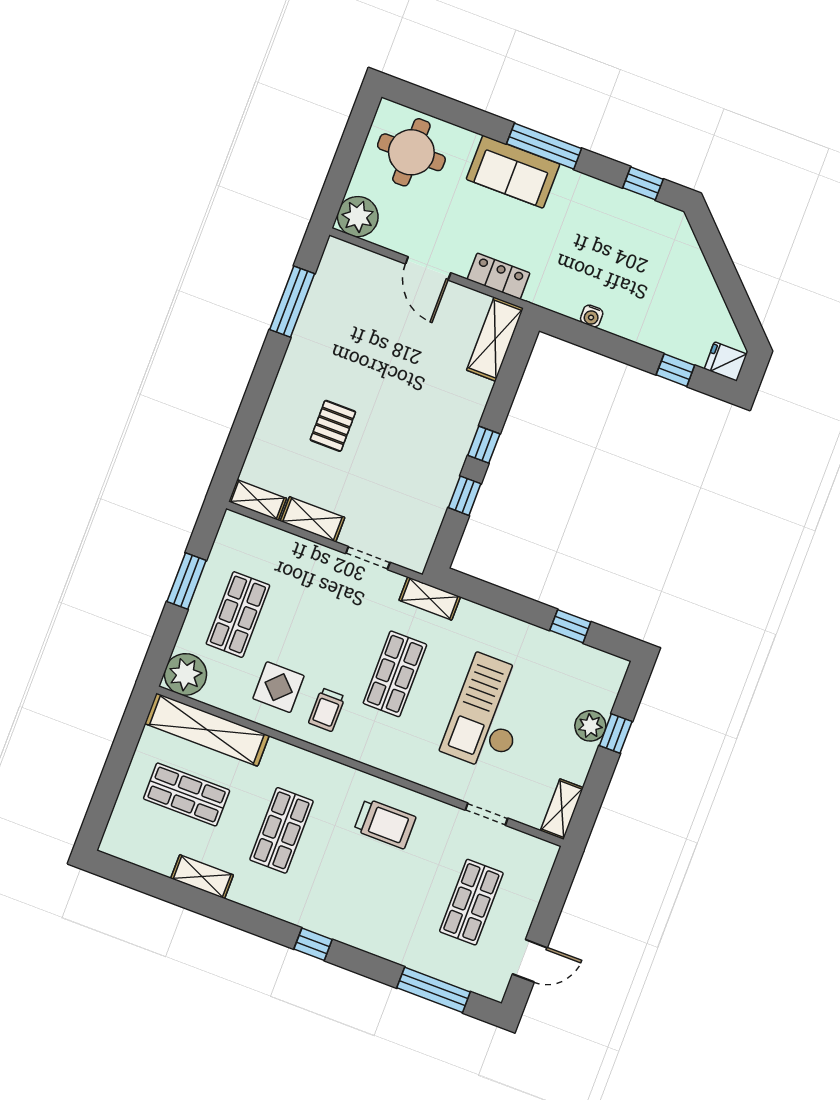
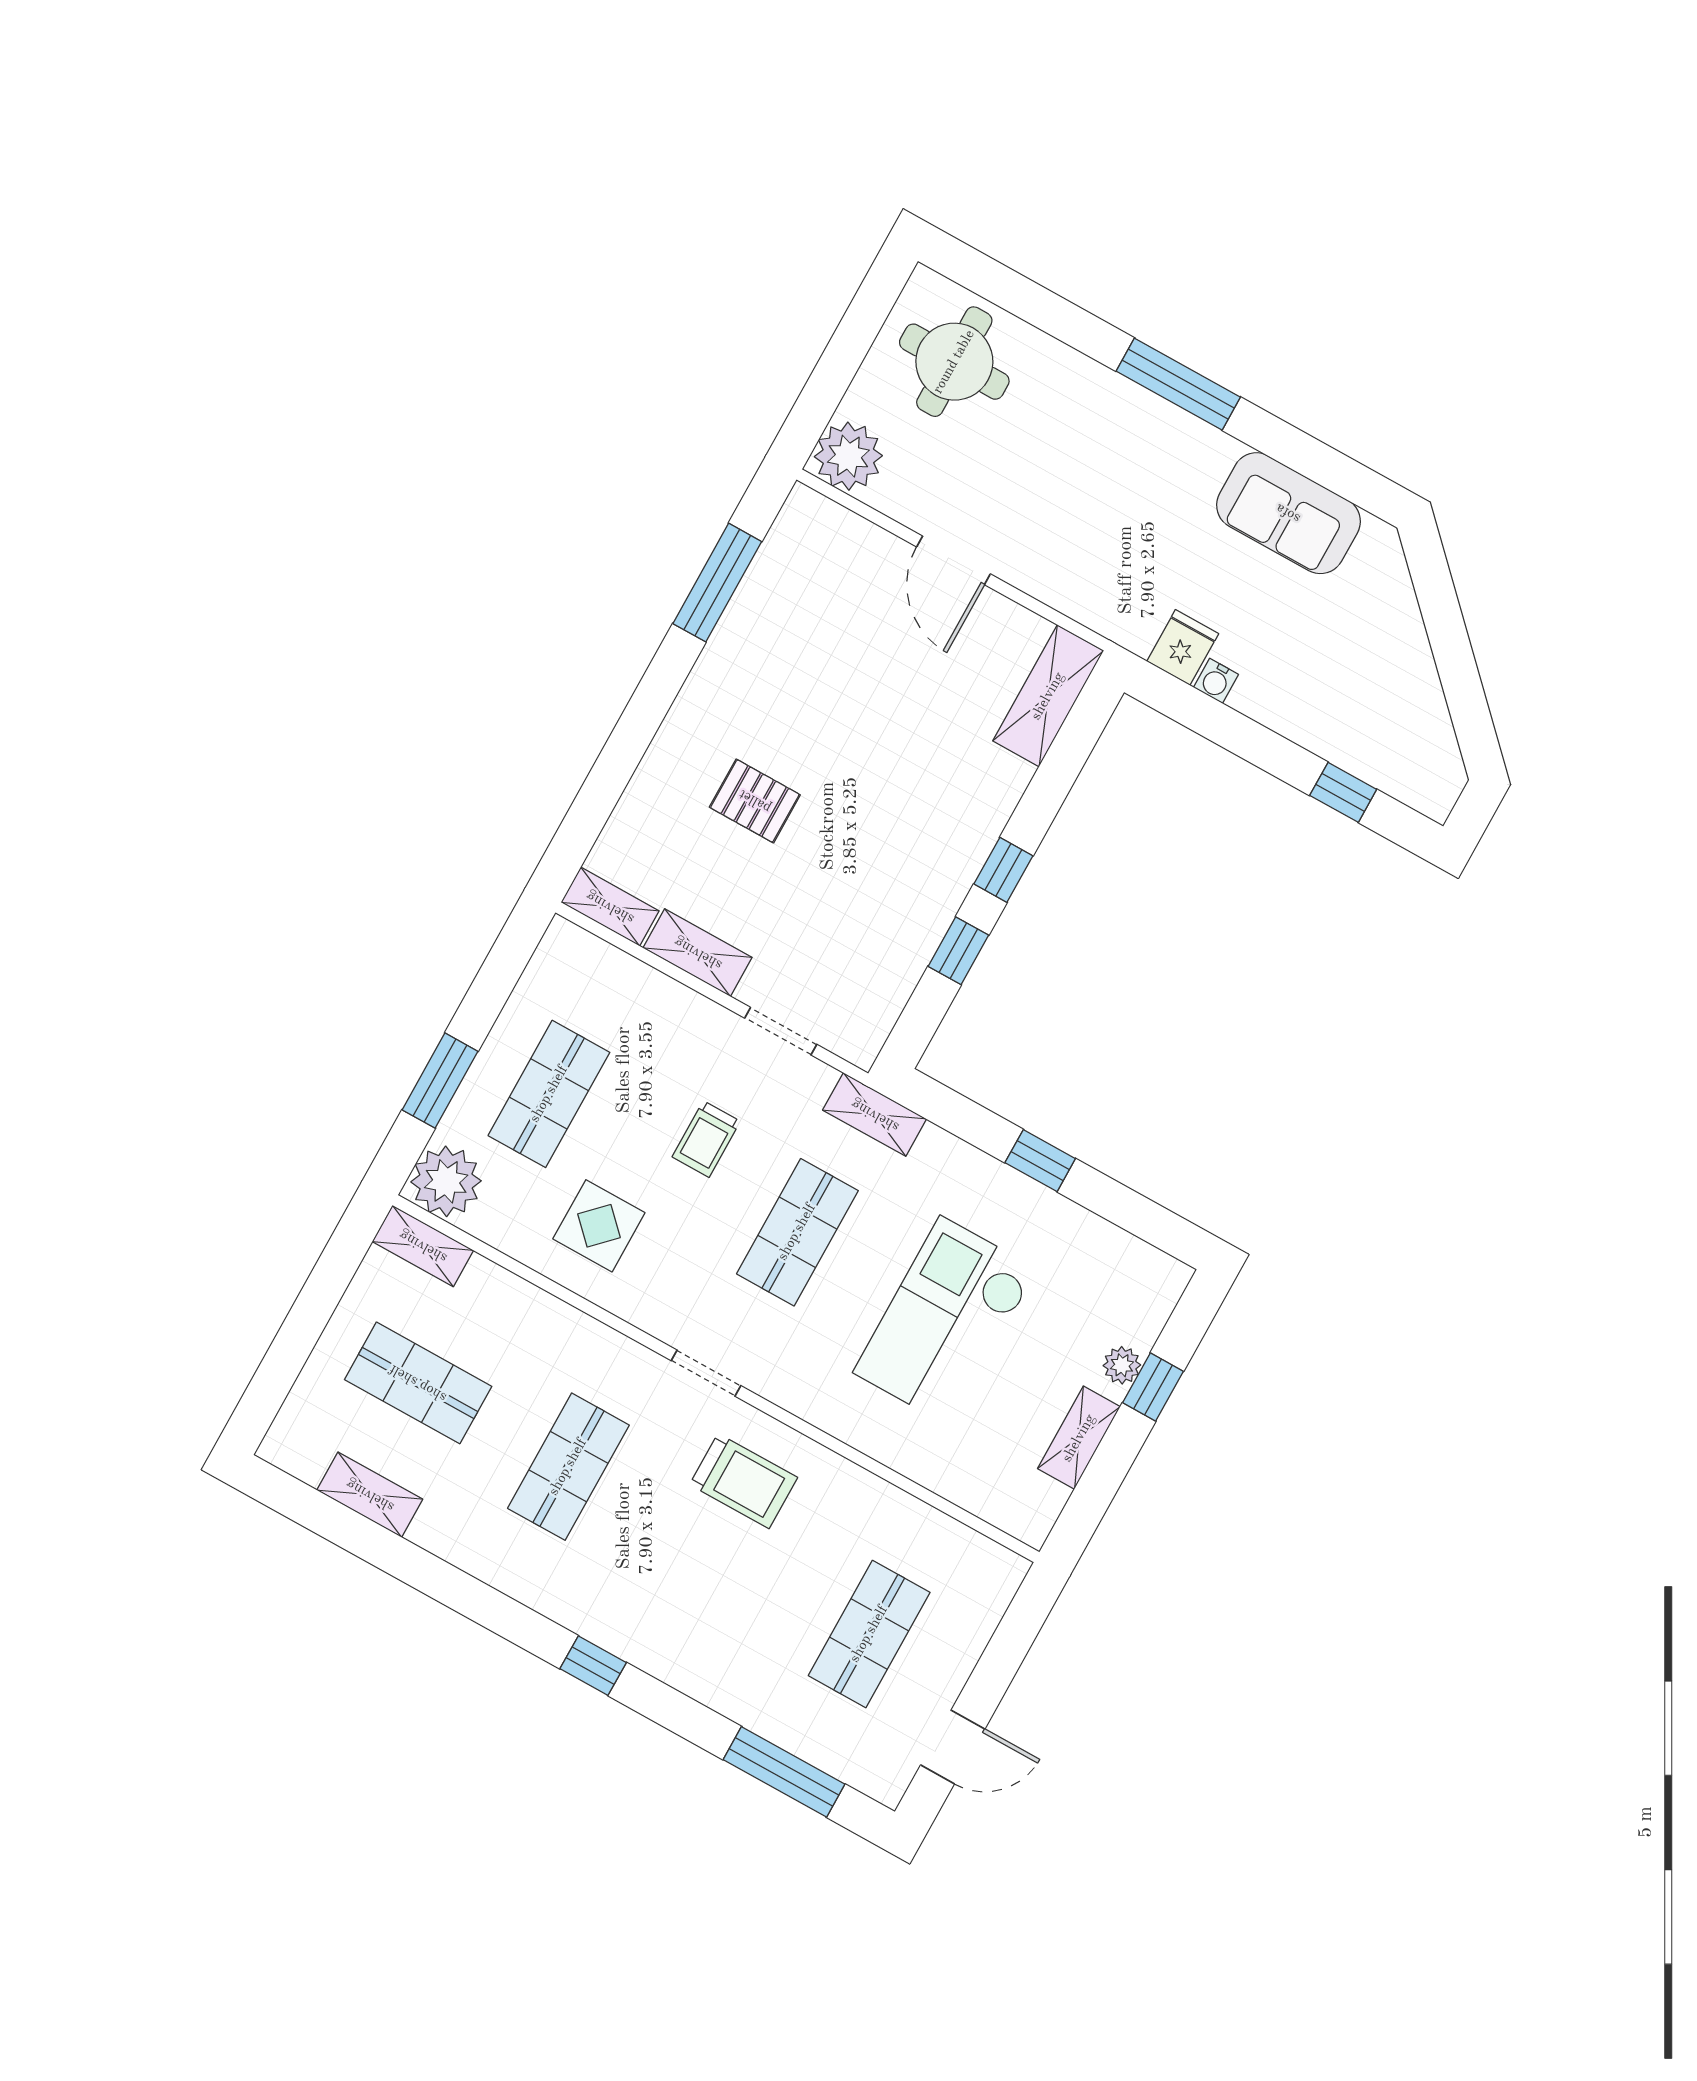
sofa: (513, 172) -> (1288, 513), moved
window: (643, 183) -> (1335, 471), removed
locker: (499, 276) -> (1070, 591), removed
fridge: (726, 362) -> (1183, 647), moved, turned 90
pallet: (333, 426) -> (755, 801), turned 90
window: (187, 581) -> (440, 1081), moved
window: (570, 626) -> (1040, 1161), moved
trolley: (327, 710) -> (706, 1139), moved
plant: (590, 726) -> (1122, 1365), width x0.73, depth x0.73
shelving: (207, 730) -> (423, 1246), width x0.45, depth x0.75
shelving: (562, 809) -> (1079, 1438), moved
doorway: (487, 814) -> (706, 1373), moved
shelving: (202, 877) -> (370, 1495), moved

